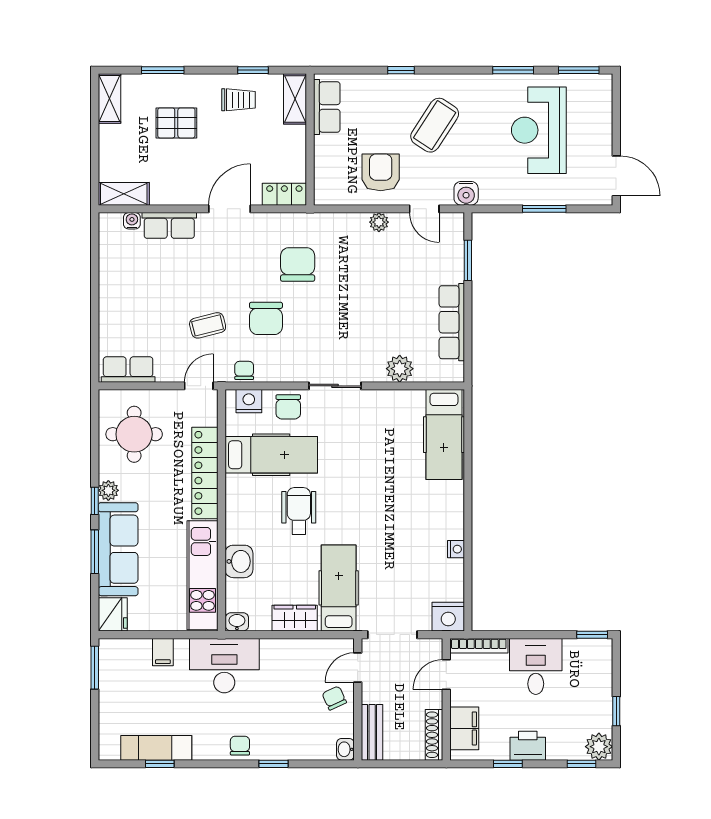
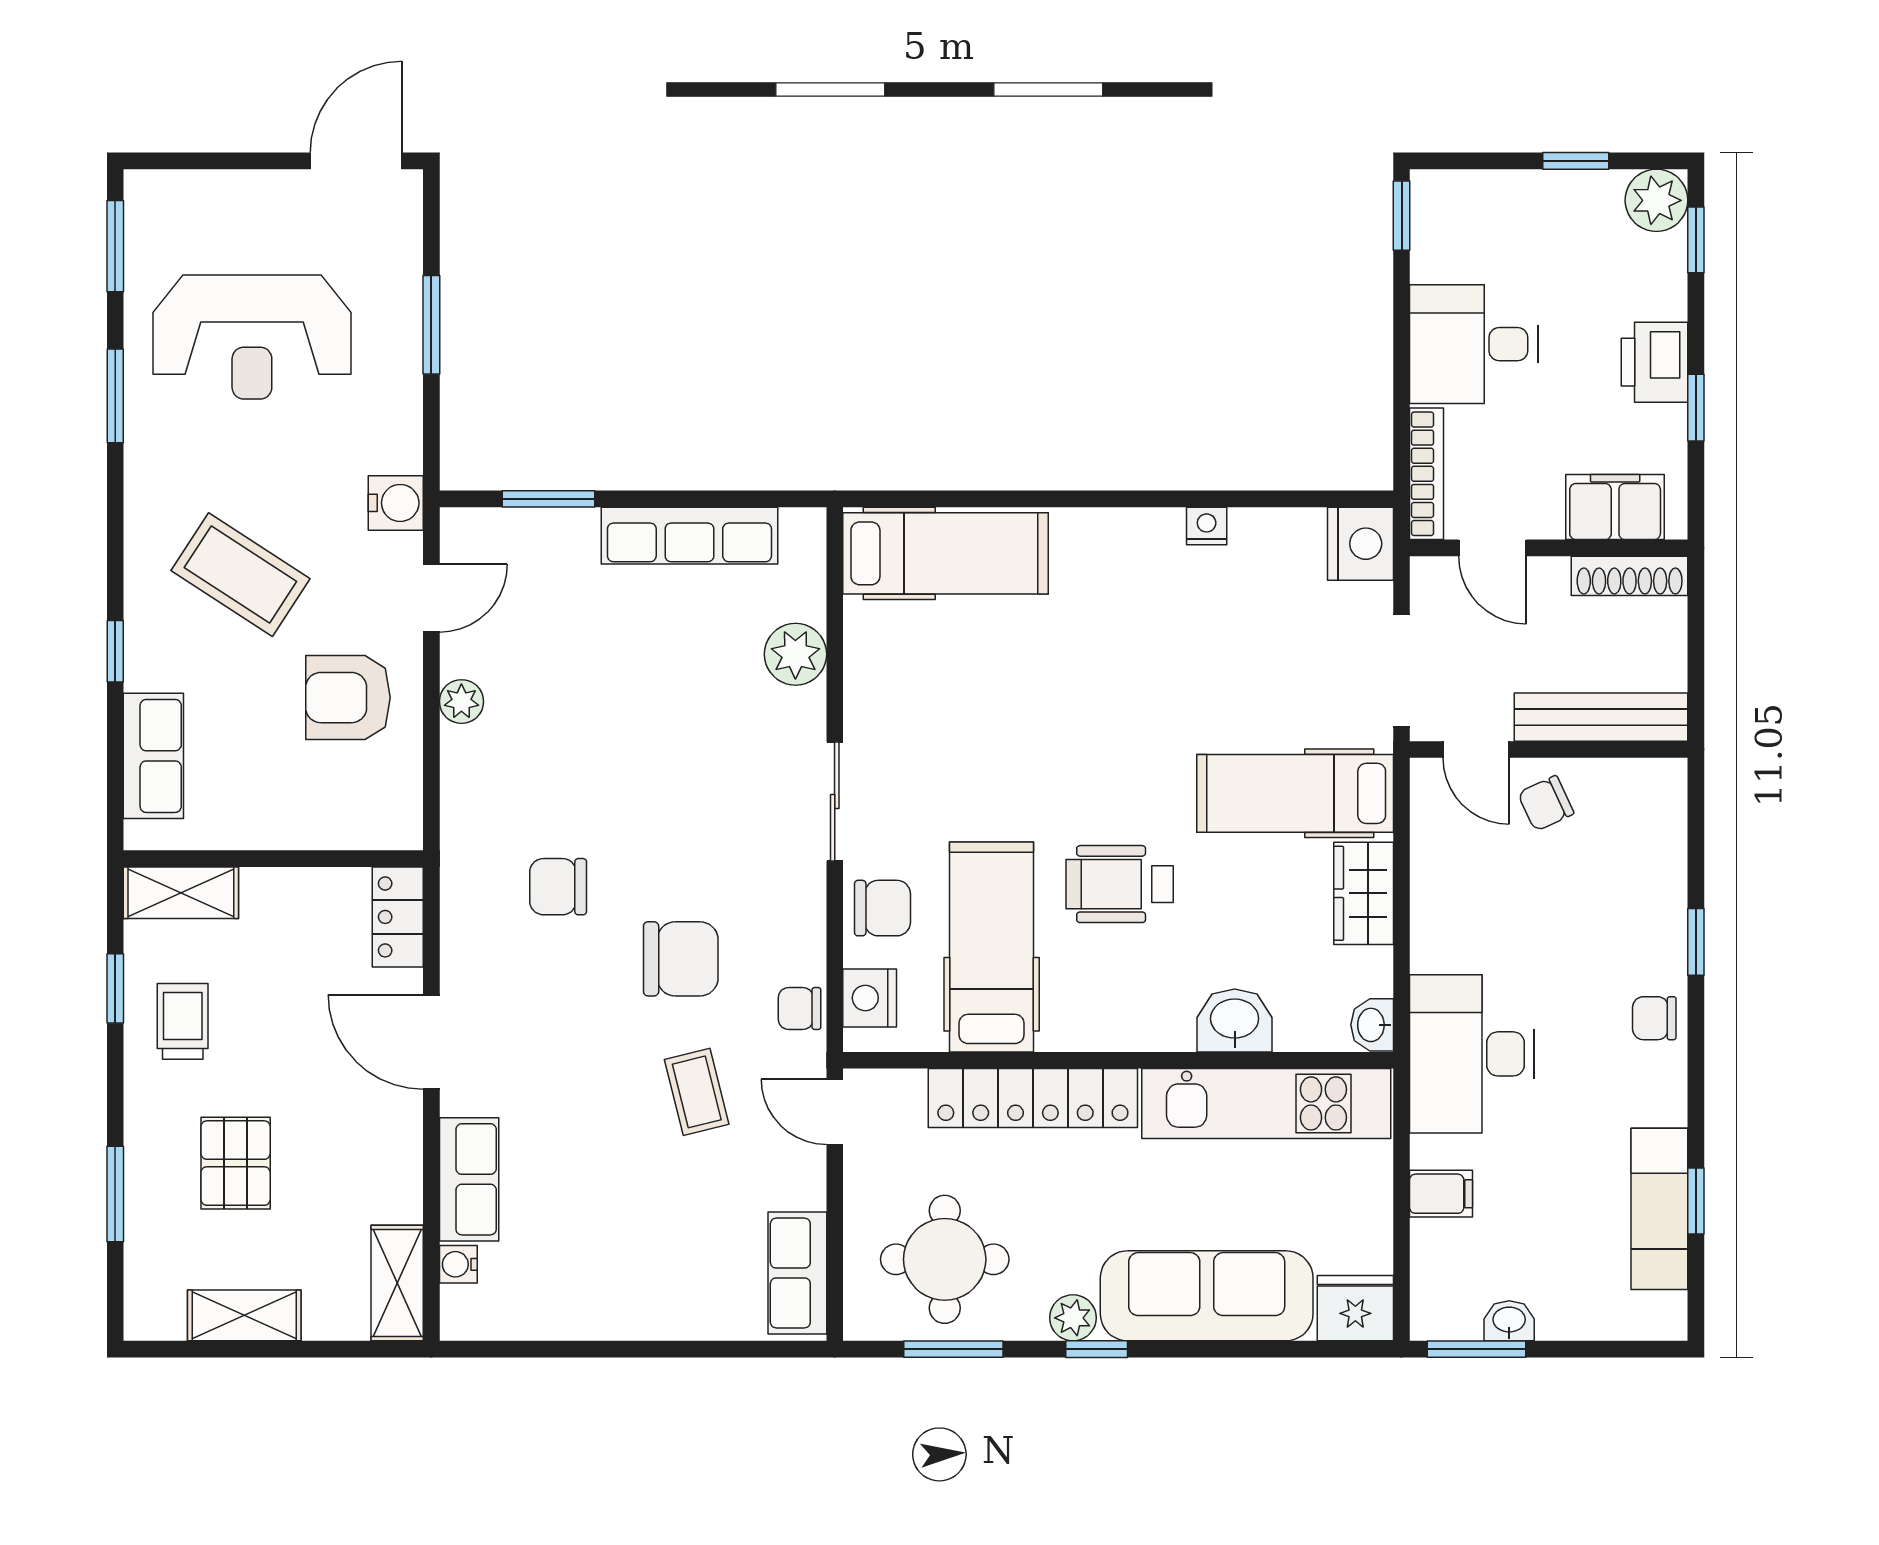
shelving: (109, 99) -> (244, 1315), moved
row of seats: (327, 107) -> (153, 756), moved, turned 90
chair: (298, 264) -> (558, 887), width x0.73, depth x0.73
window: (95, 552) -> (953, 1349), moved
bench: (372, 732) -> (1601, 717), width x1.36
washbasin: (345, 749) -> (1509, 1321), moved, turned 180

